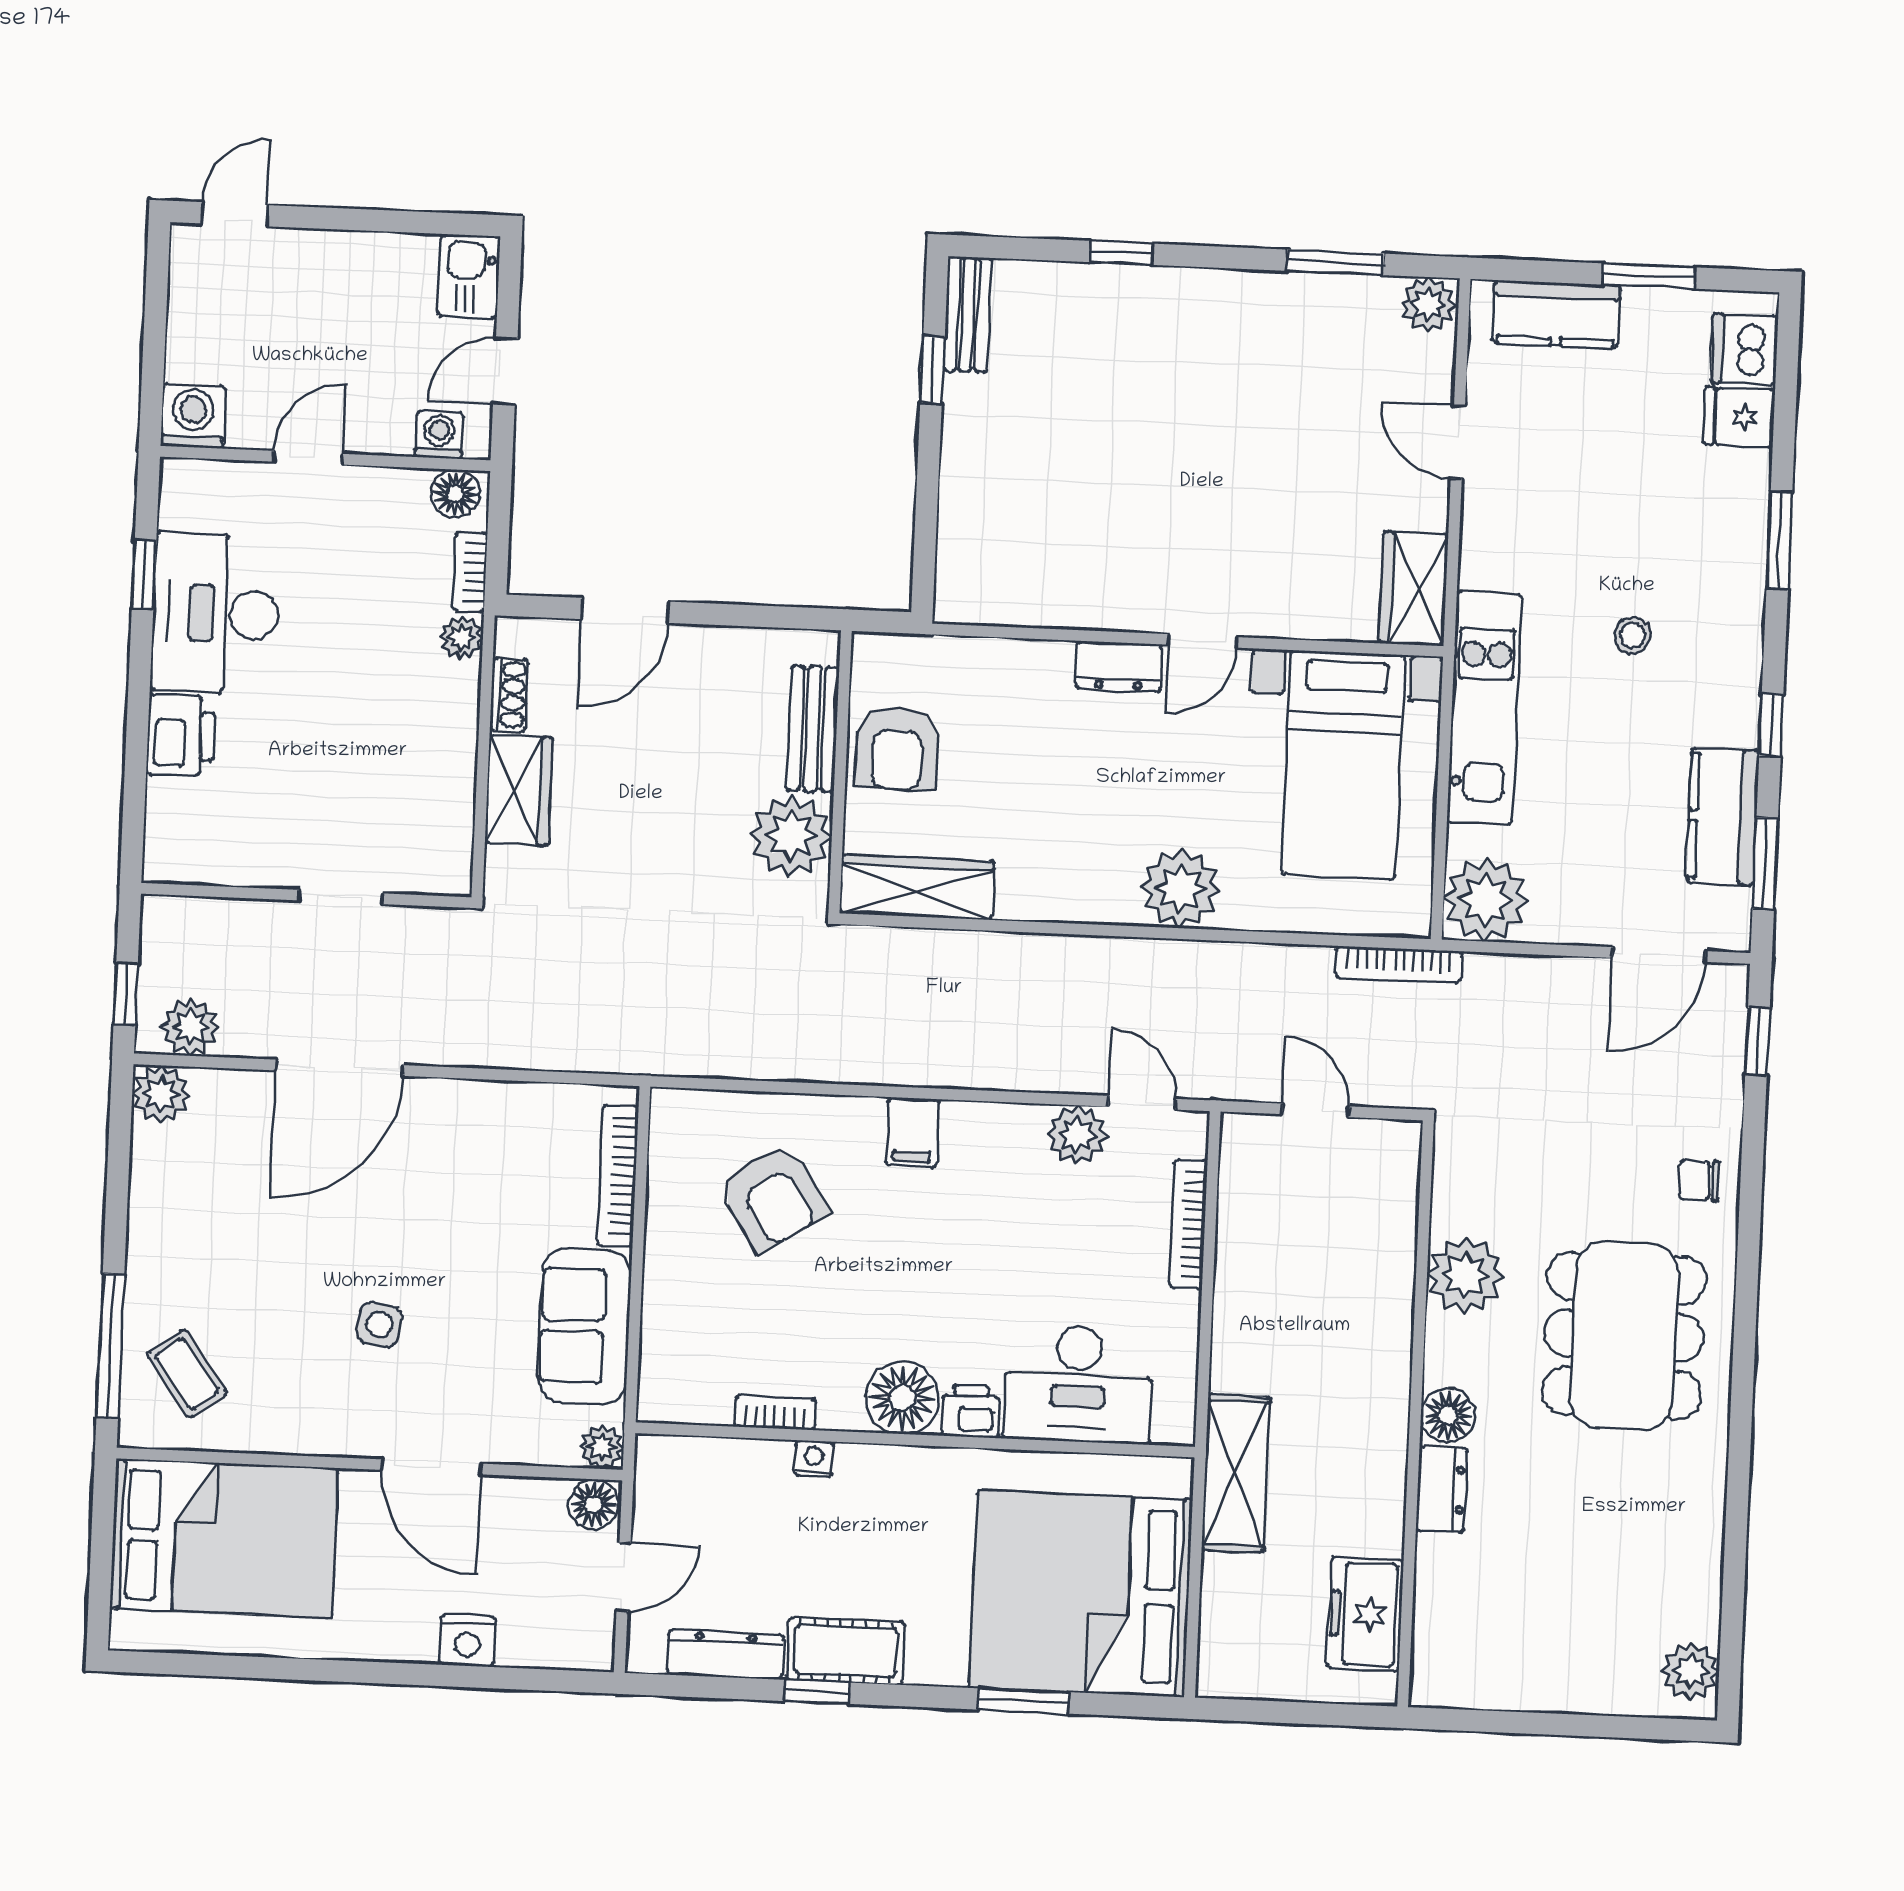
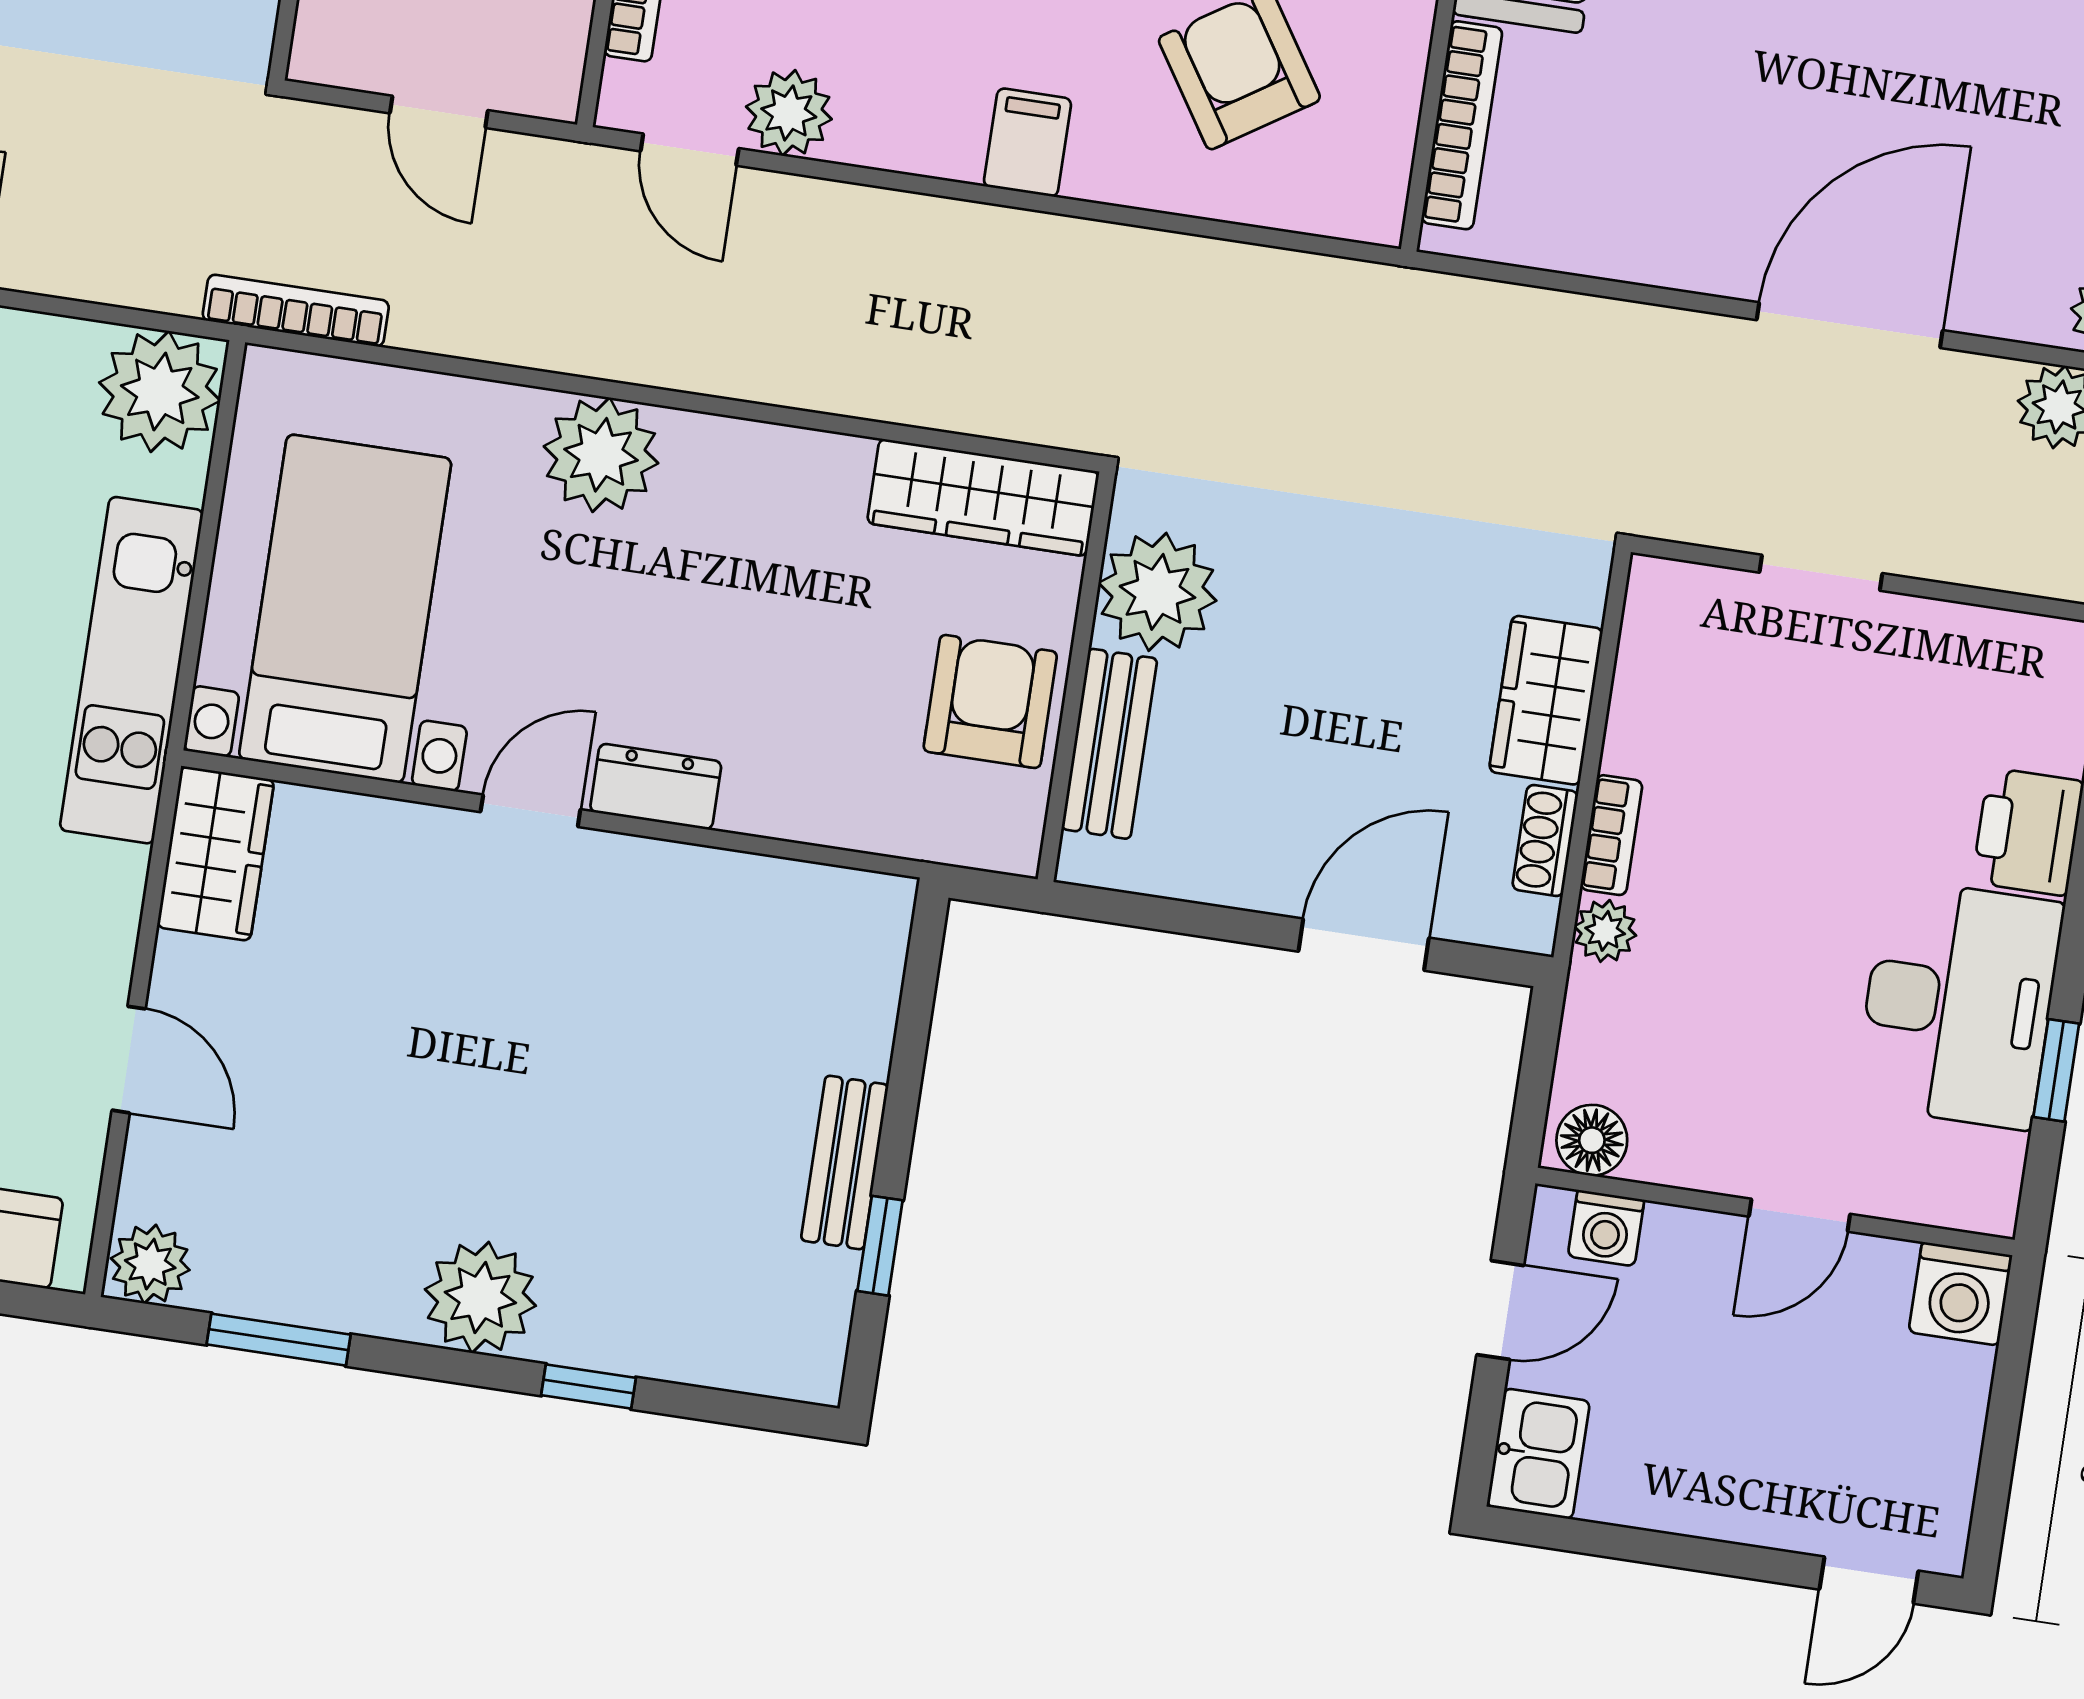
plant: (1201, 306) -> (480, 1297), added
bench: (967, 314) -> (845, 1163), moved
bookcase: (470, 572) -> (1611, 835), moved

